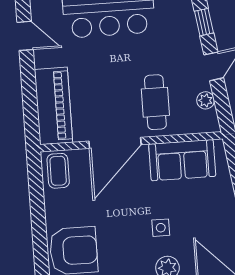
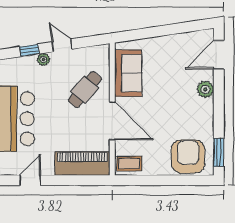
plant: (206, 100) -> (43, 59), moved
cafe table: (155, 102) -> (85, 90), turned -50
side table: (161, 228) -> (176, 92), removed

